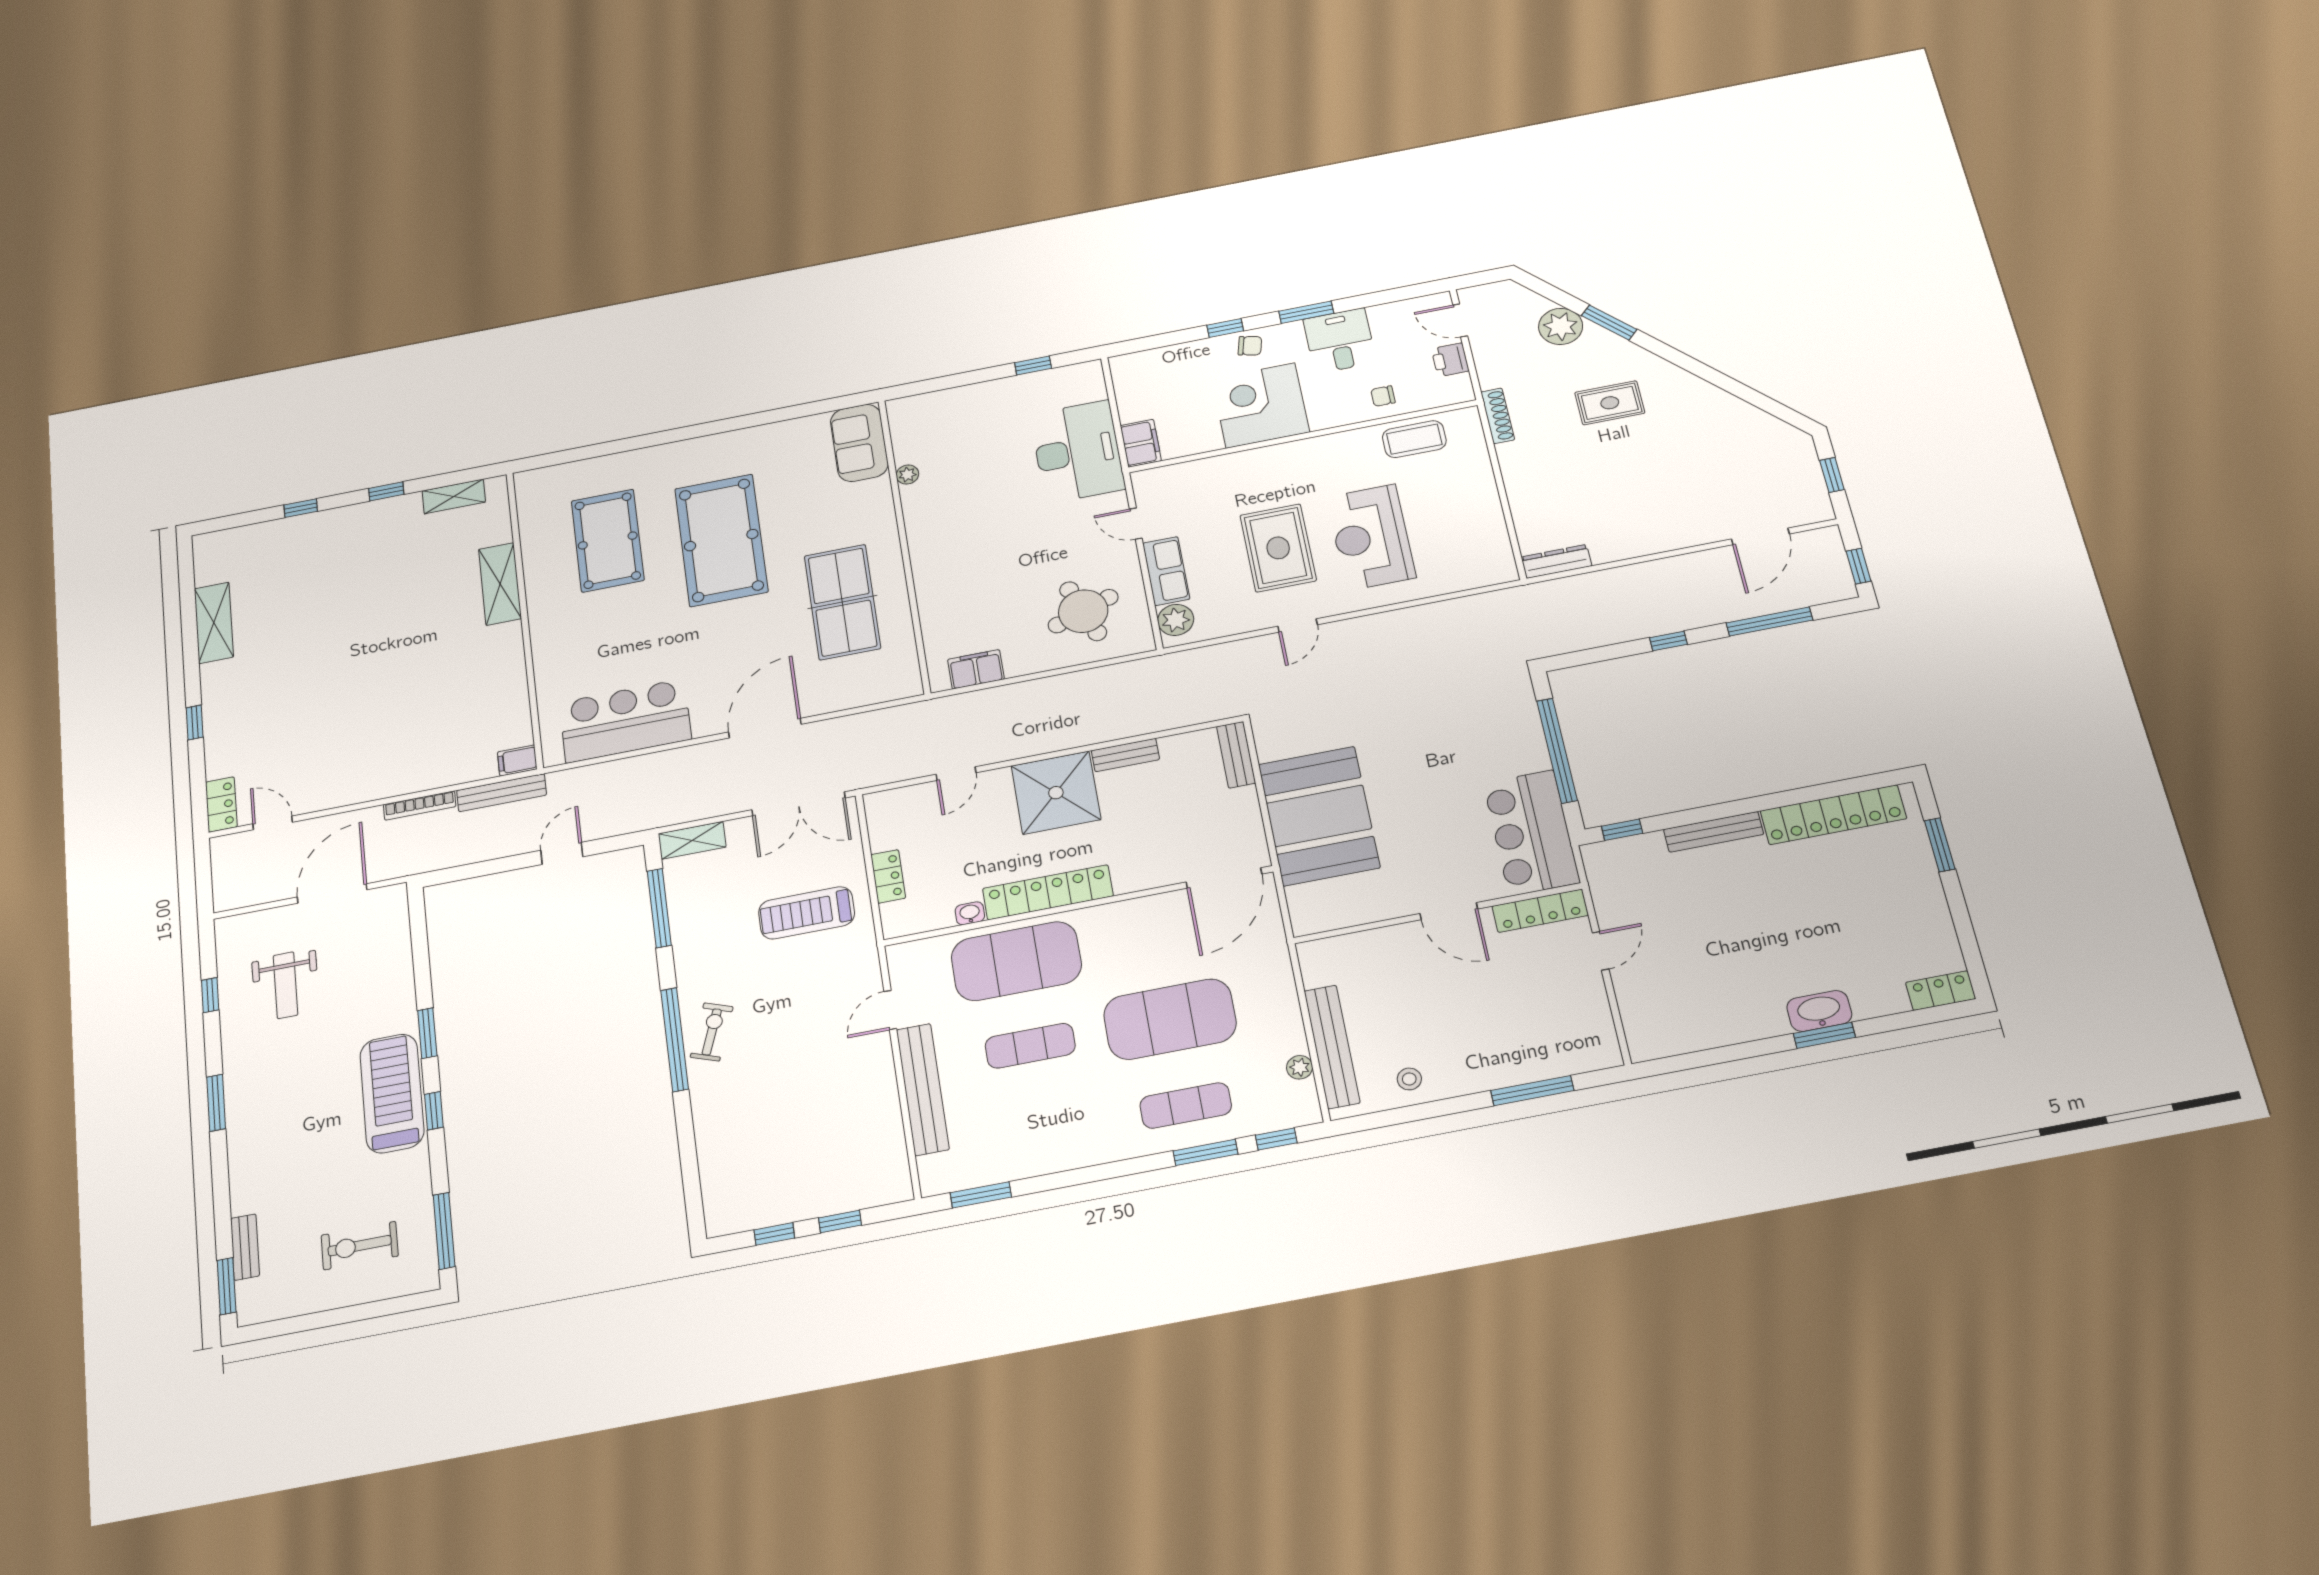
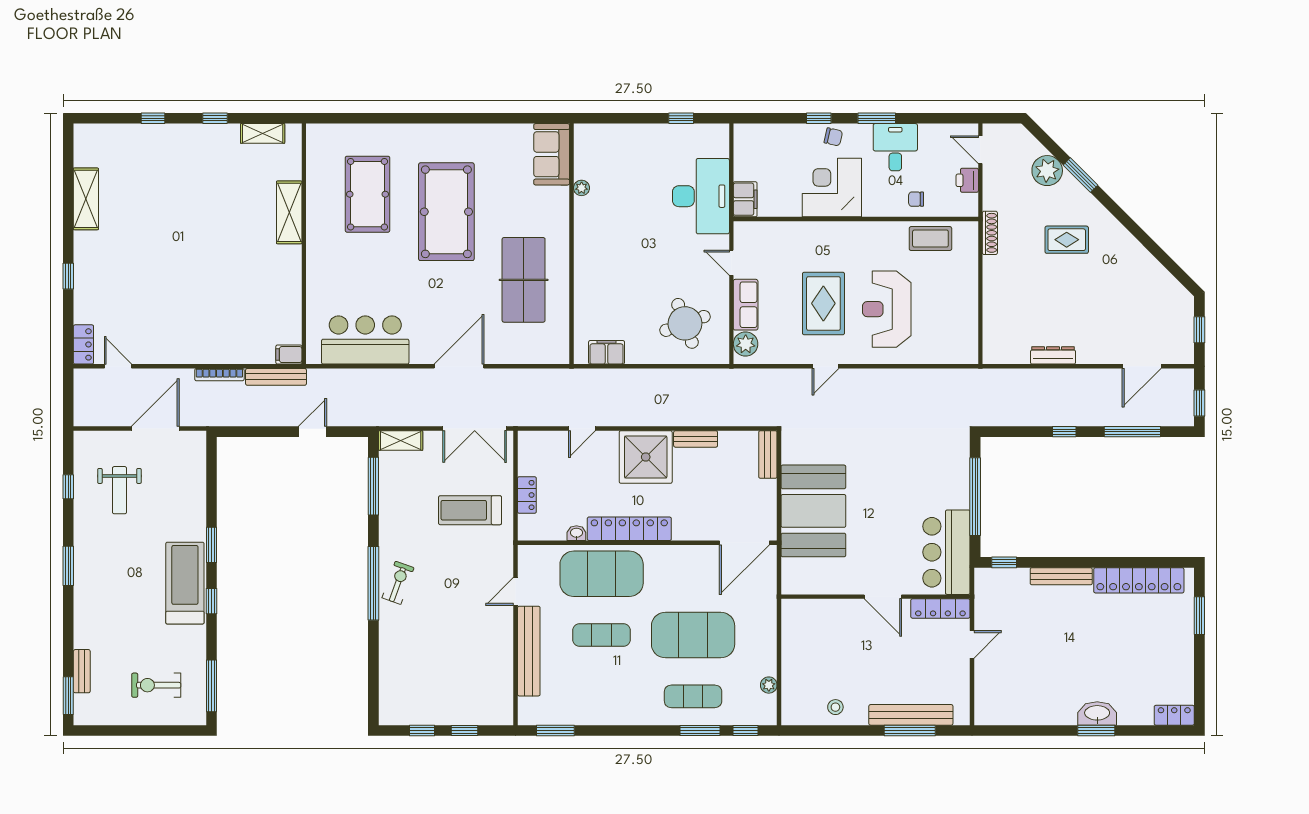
dresser: (1556, 561) -> (1053, 355), moved
bench: (1332, 1047) -> (911, 715), moved, turned 90

